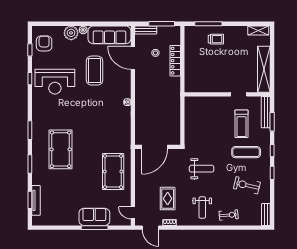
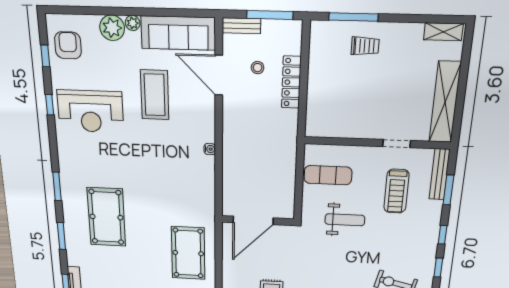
exercise mat: (246, 152) -> (328, 175), moved
weight bench: (202, 169) -> (345, 220), moved

